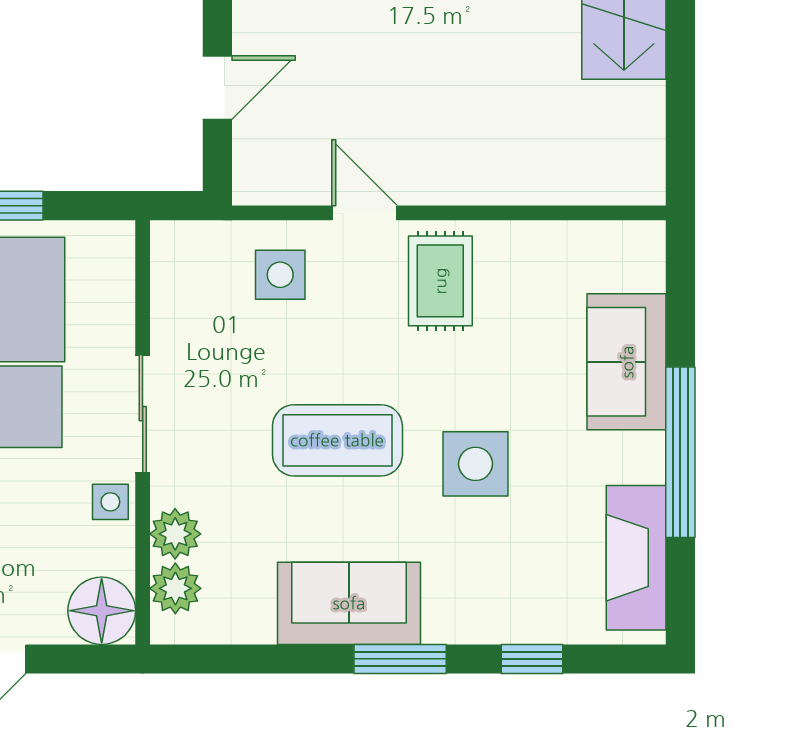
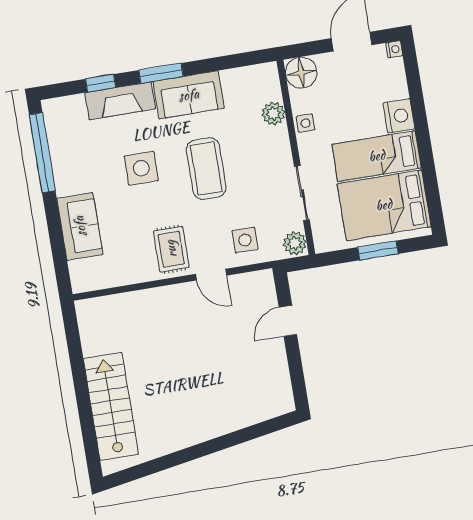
sliding door: (143, 414) -> (302, 193), moved
coffee table: (337, 440) -> (206, 169), turned 90
window: (680, 452) -> (42, 153), moved
fireplace: (636, 558) -> (120, 101), moved, turned 90
plant: (175, 588) -> (295, 243), moved

